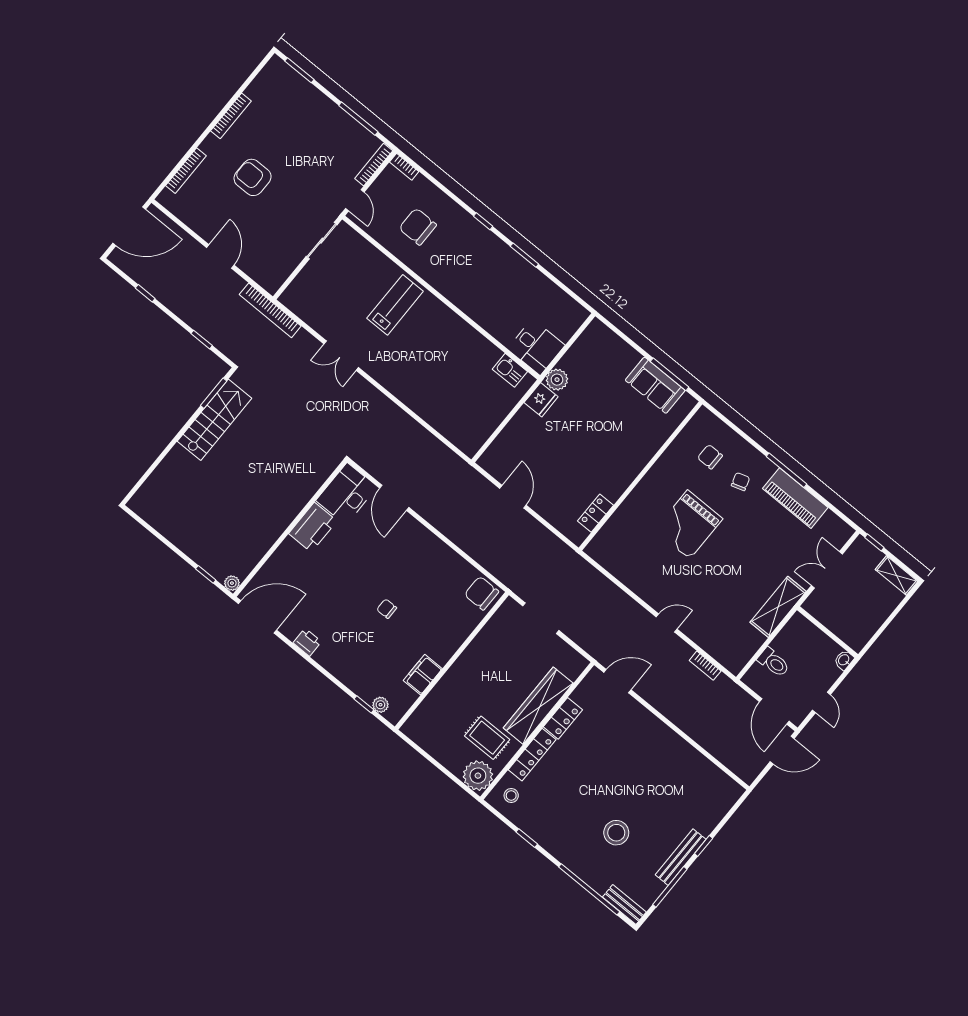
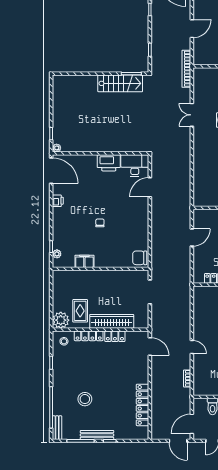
chair: (482, 593) -> (140, 258), turned -90
locker: (691, 759) -> (143, 405), added

